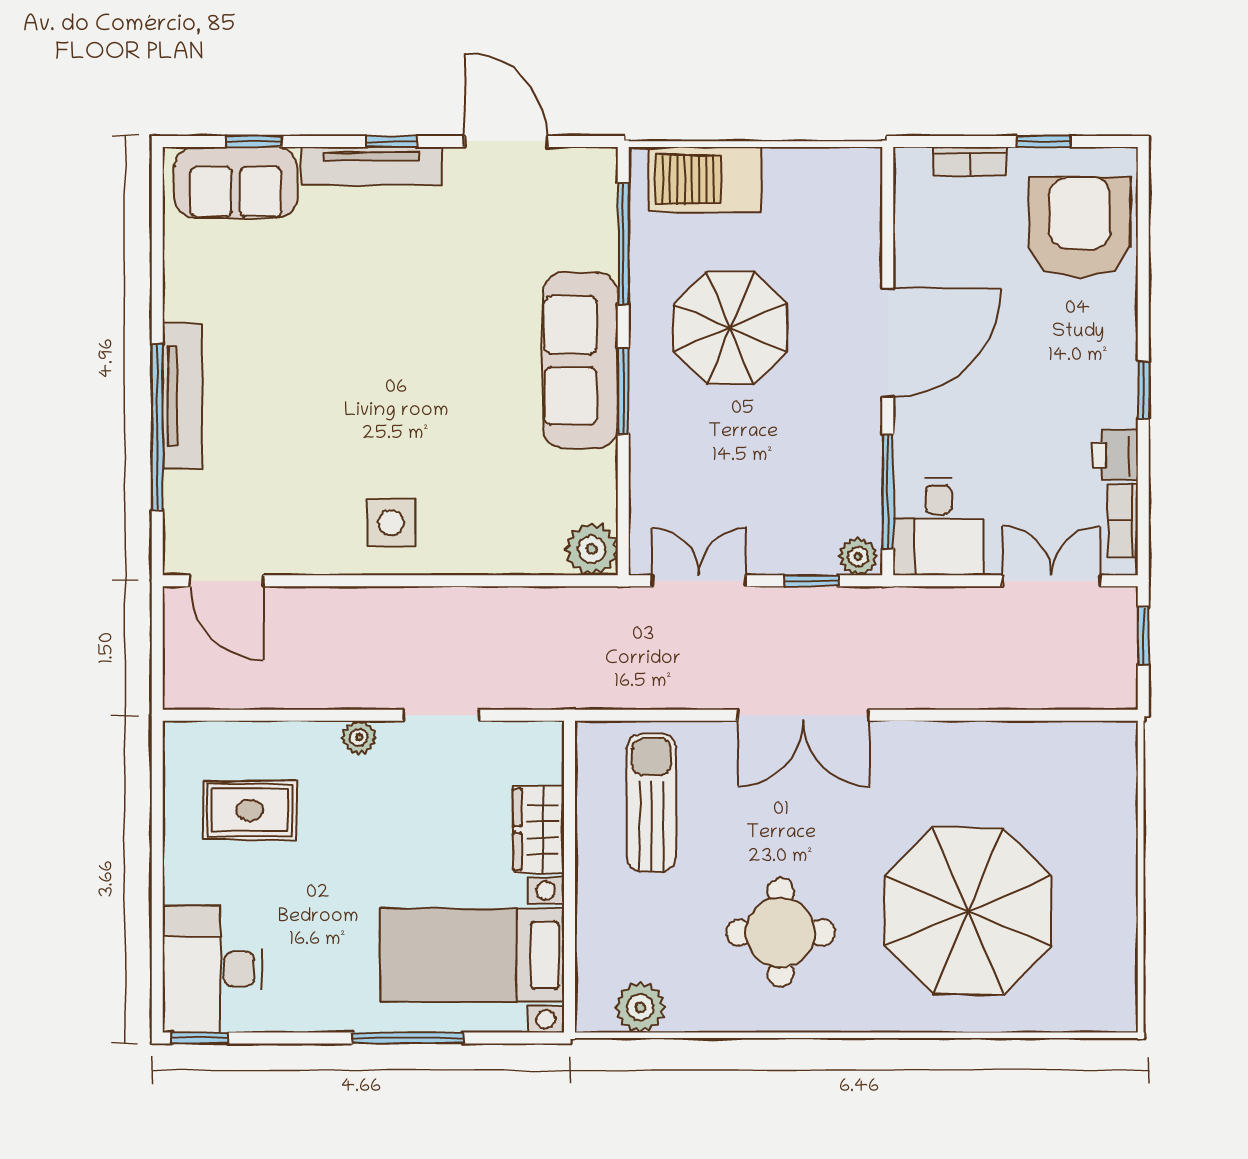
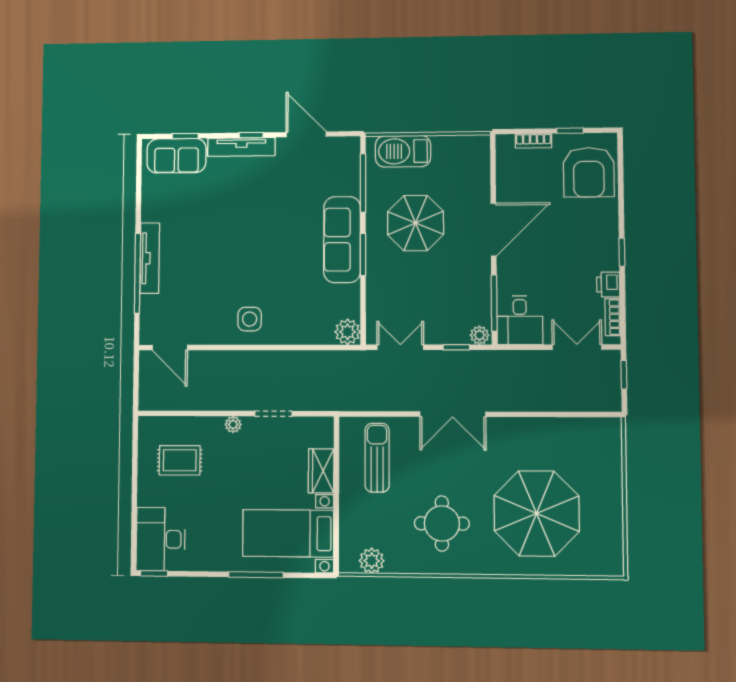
armchair: (1080, 227) -> (589, 172), turned 180

